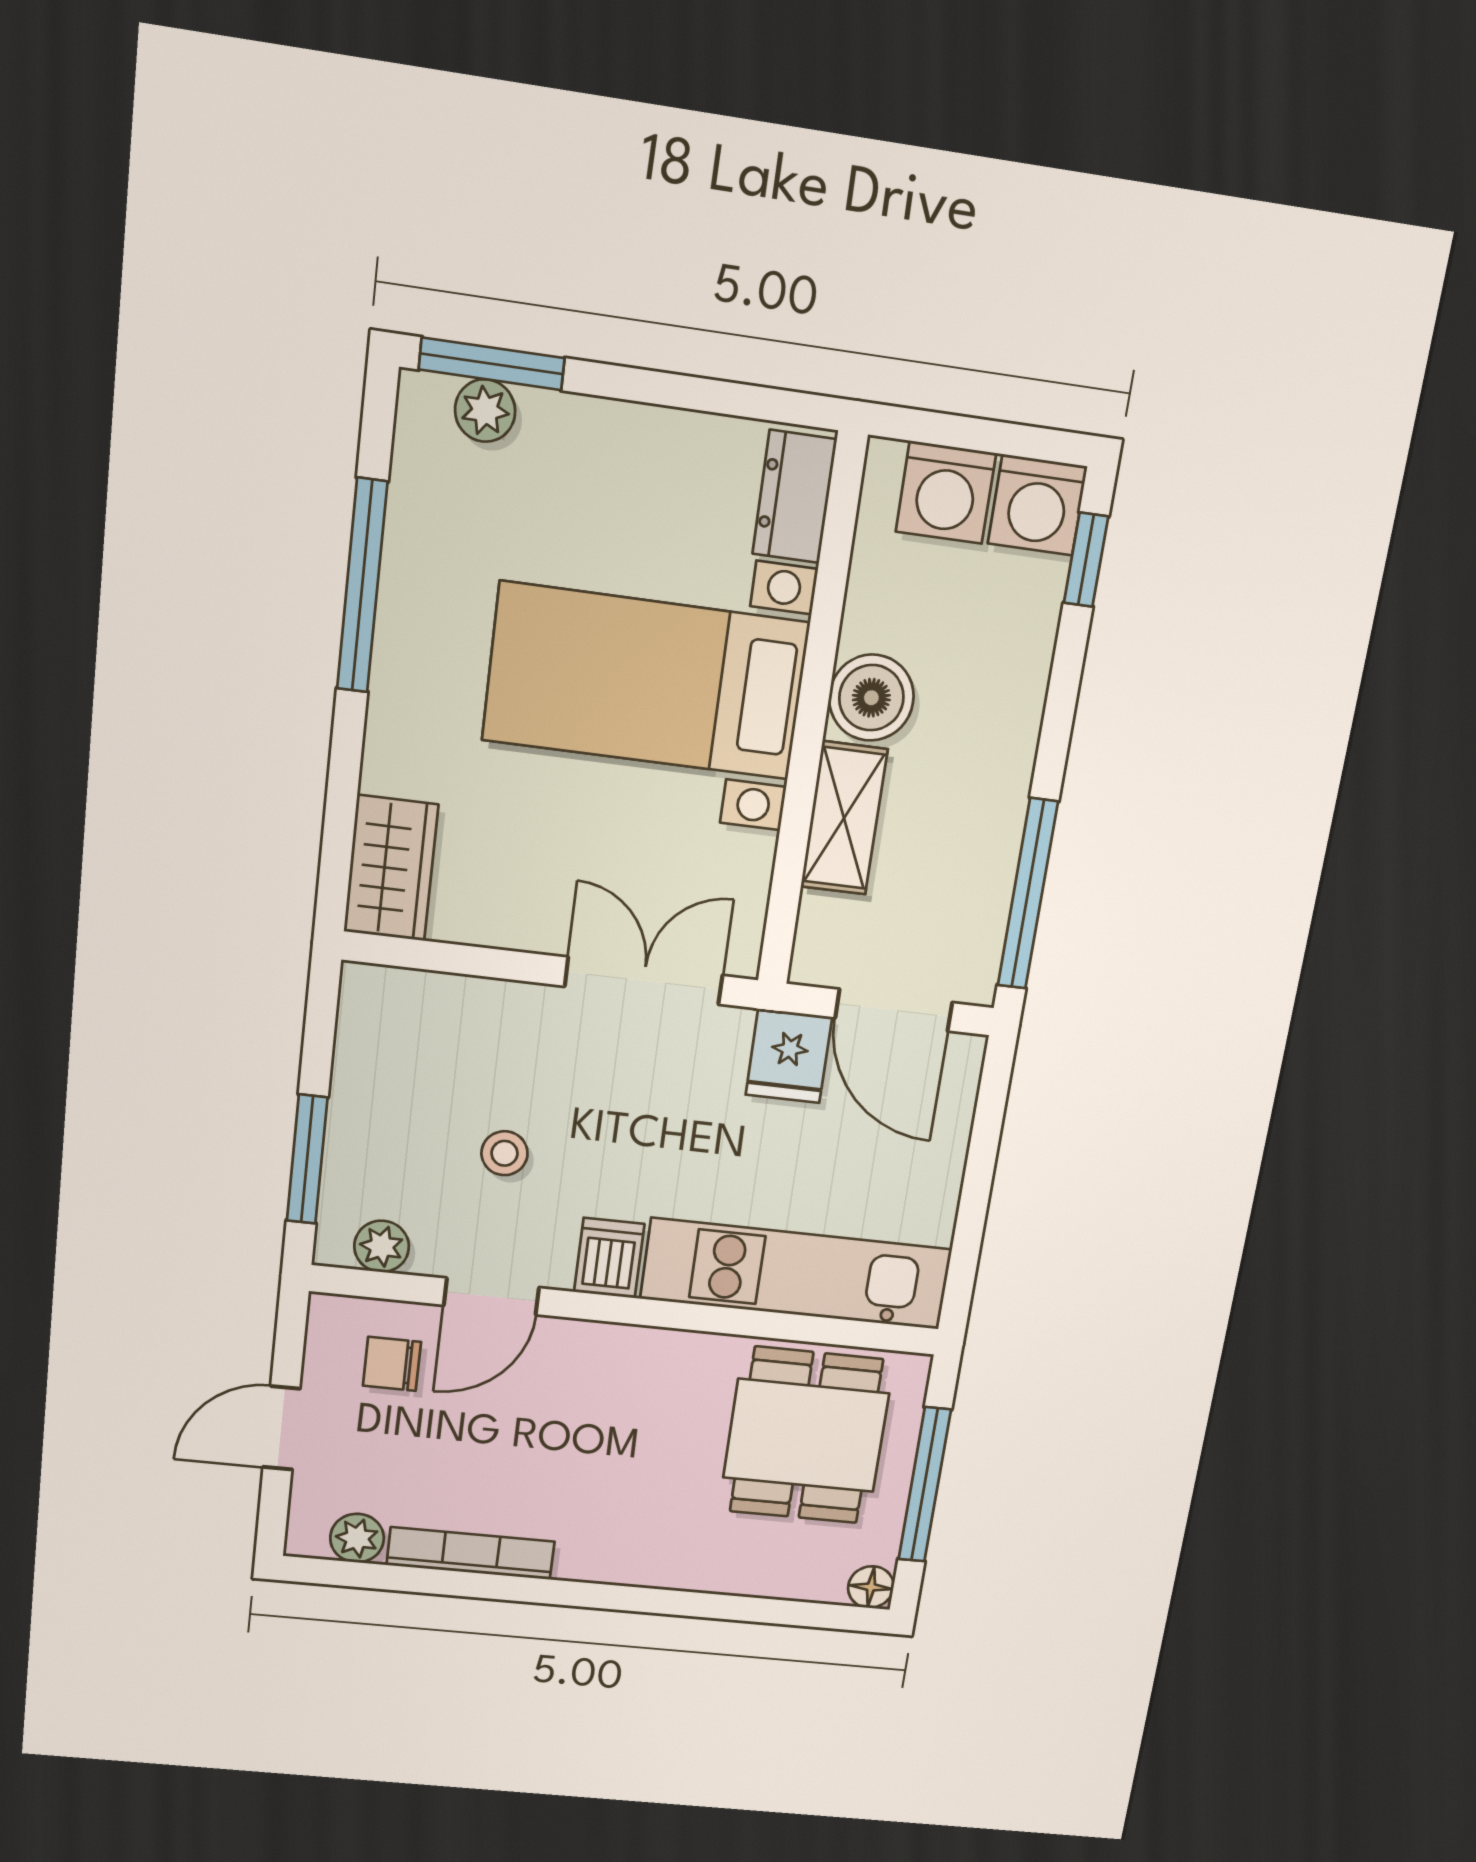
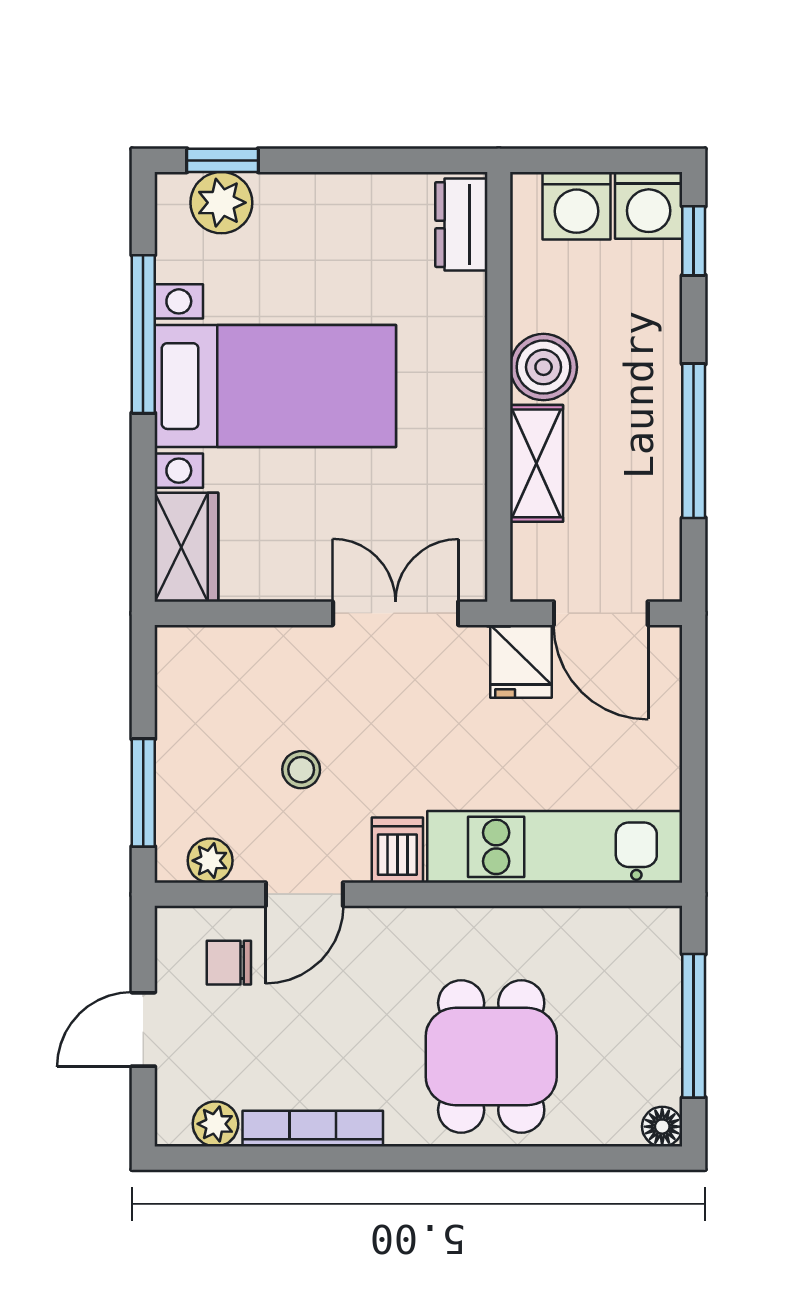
window: (492, 364) -> (222, 160), width x0.67
plant: (485, 411) -> (221, 203), width x1.38, depth x1.38
bed with nightstands: (646, 681) -> (275, 386), moved, turned 180
window: (1028, 894) -> (694, 441), moved
dining table: (806, 1436) -> (491, 1057), moved

